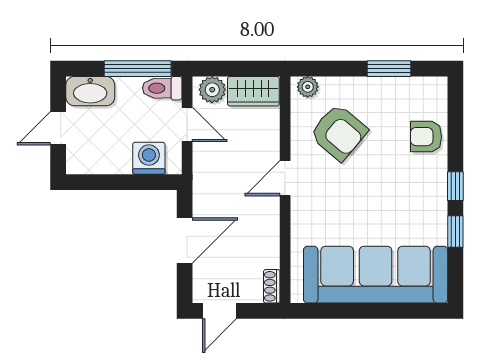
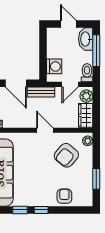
window: (138, 69) -> (96, 51), moved
bench: (203, 186) -> (41, 92), added

